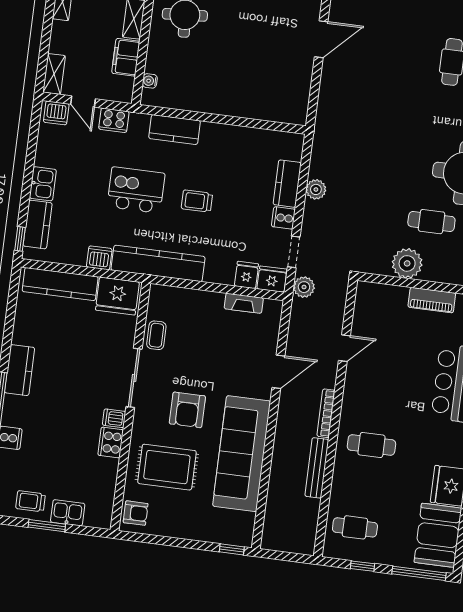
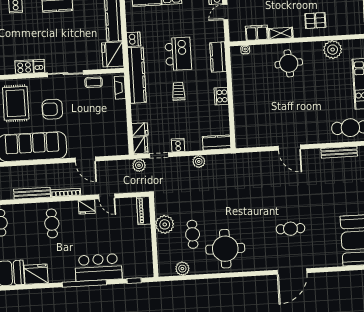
cooker: (114, 120) -> (221, 96), moved
kitchen counter: (175, 130) -> (218, 57), moved
kitchen counter: (287, 184) -> (217, 143), moved
piano: (432, 300) -> (144, 211), moved
fireplace: (244, 303) -> (120, 88), moved
fridge: (355, 384) -> (87, 207), added

